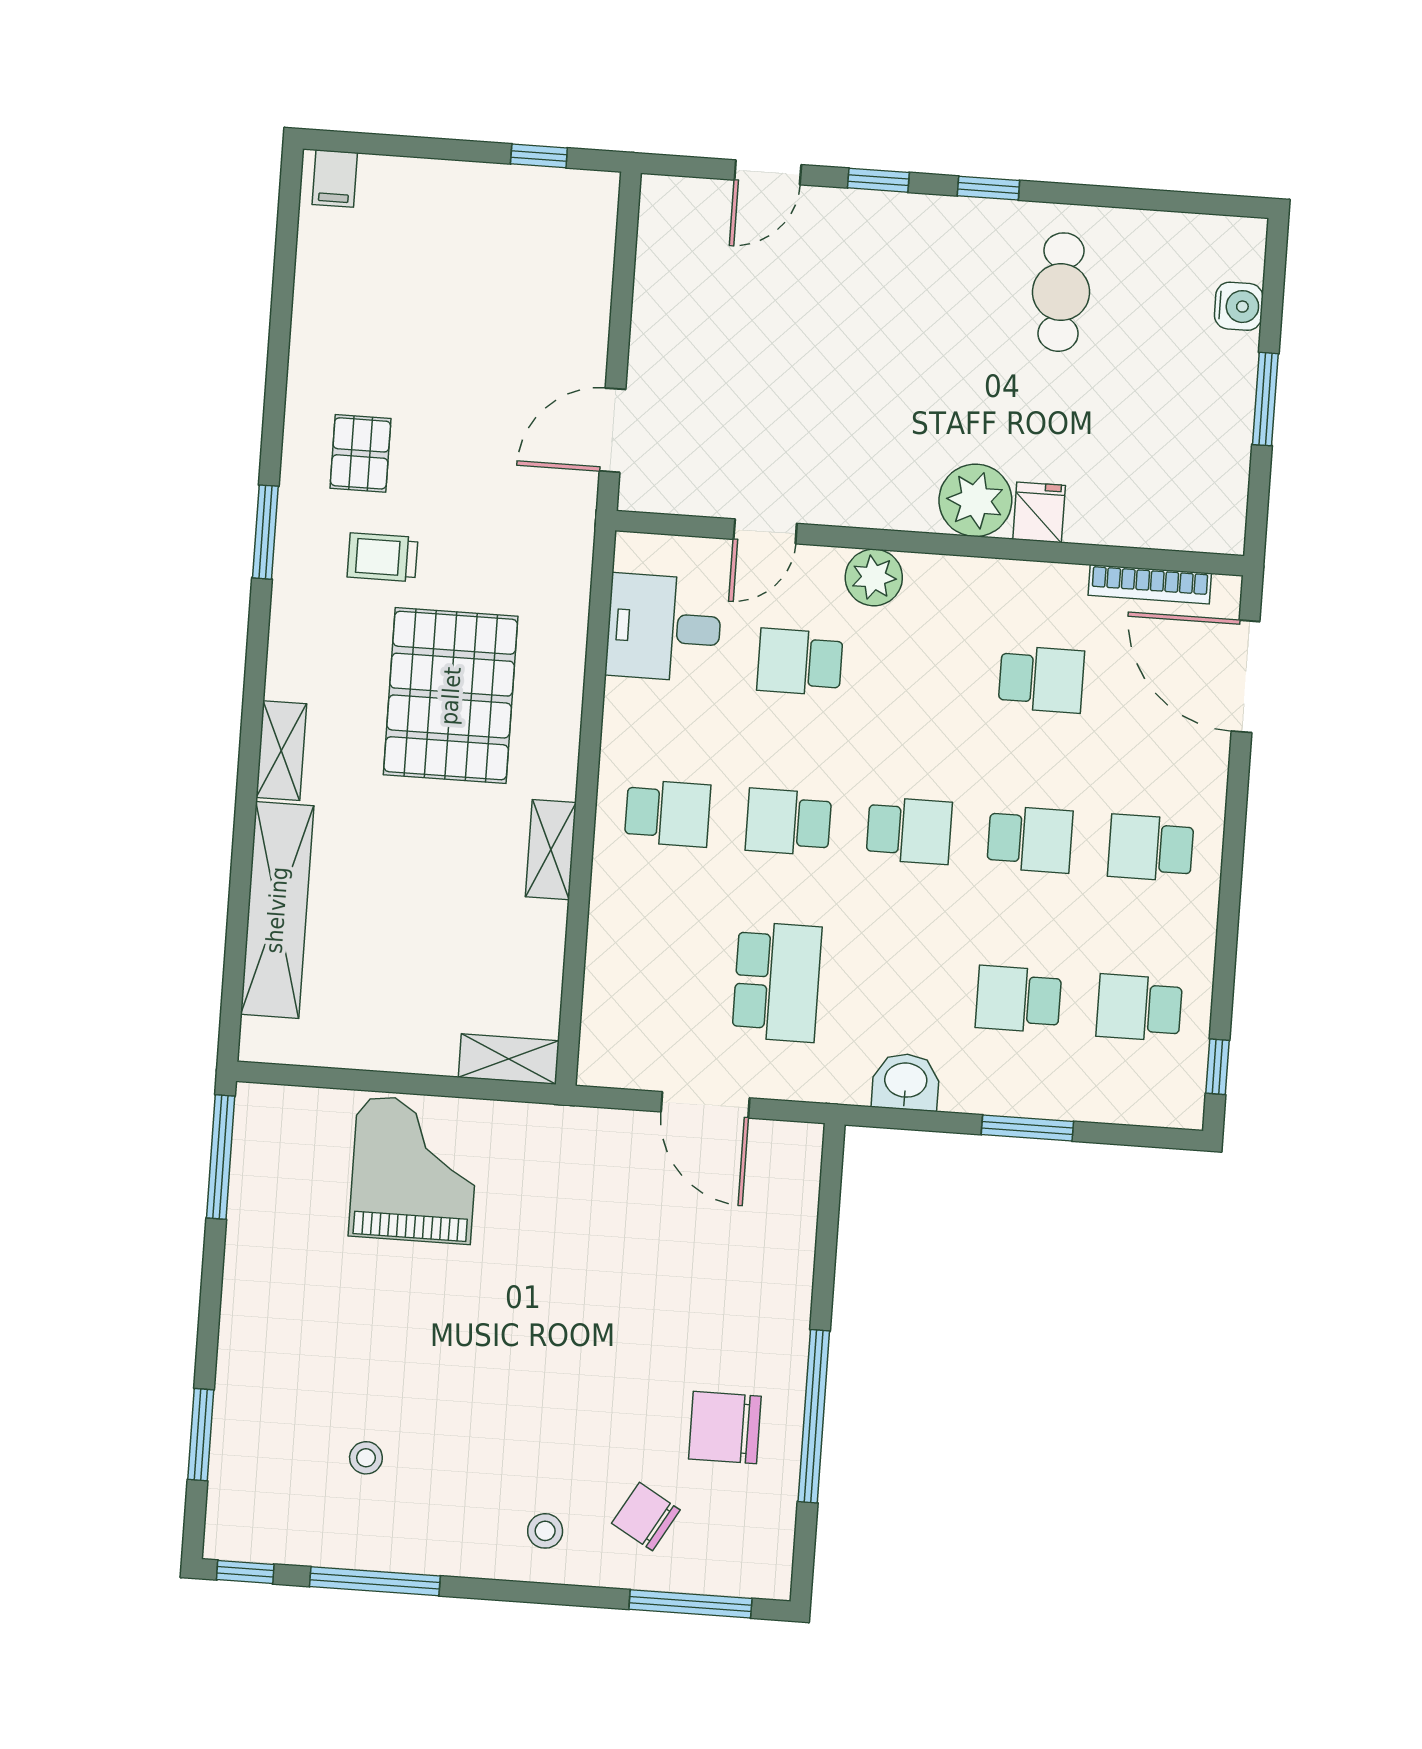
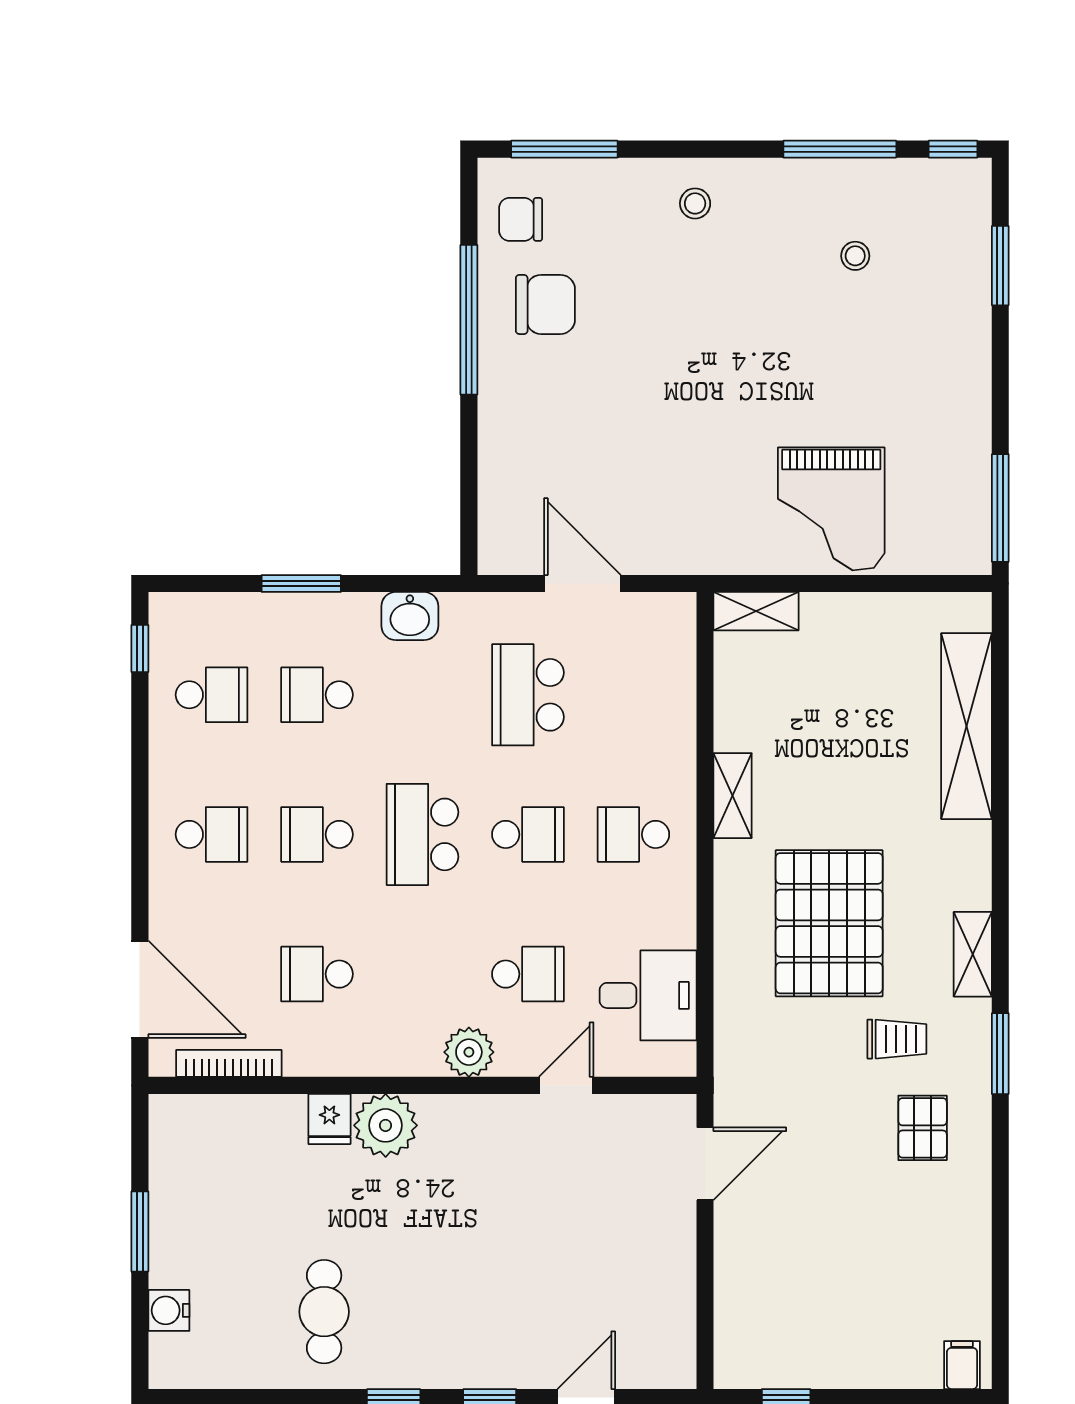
shelving: (281, 751) -> (973, 954), moved
school desk: (909, 831) -> (422, 834), width x1.85
school desk: (1018, 999) -> (317, 695), turned 180
chair: (646, 1517) -> (521, 219), moved, turned 150

